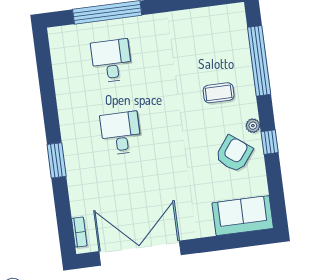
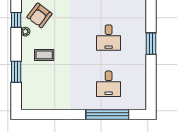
window: (259, 61) -> (16, 72), width x0.47
window: (57, 160) -> (151, 44), moved

